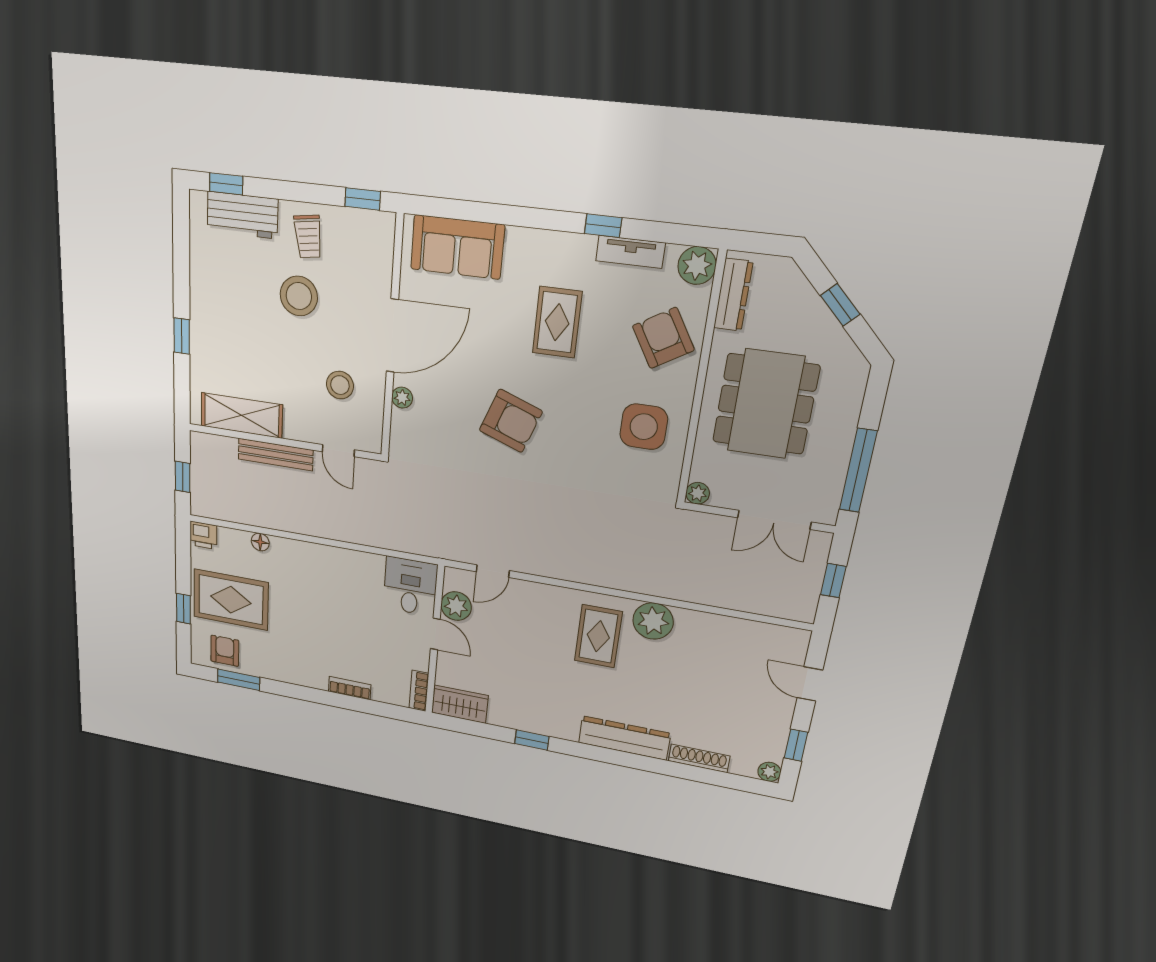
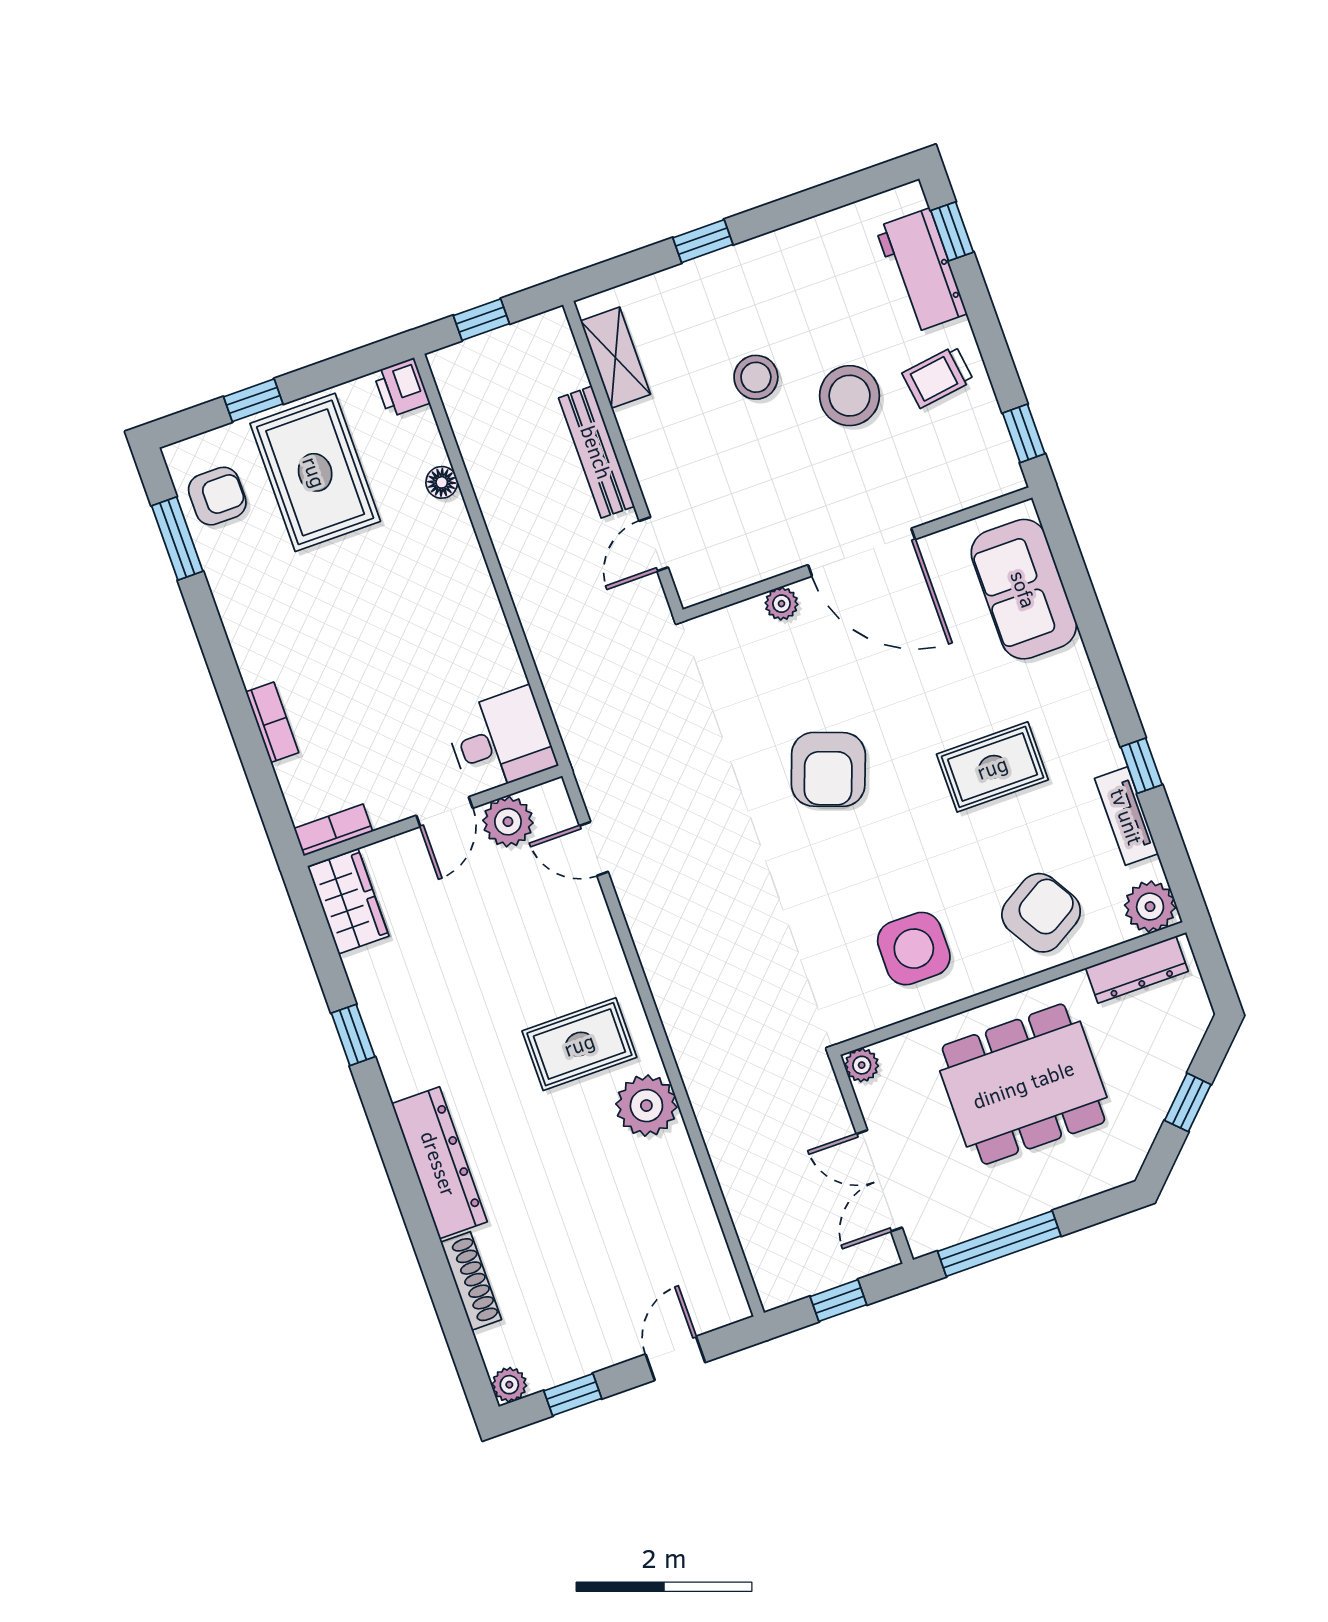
stool: (340, 385) -> (756, 377), moved
shelving: (242, 415) -> (615, 358), width x0.67, depth x0.75

